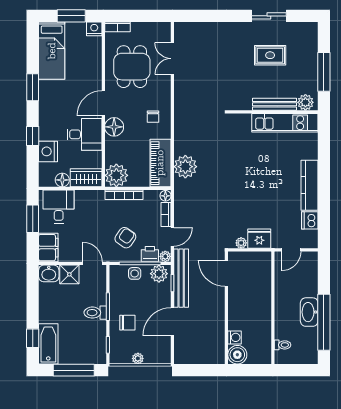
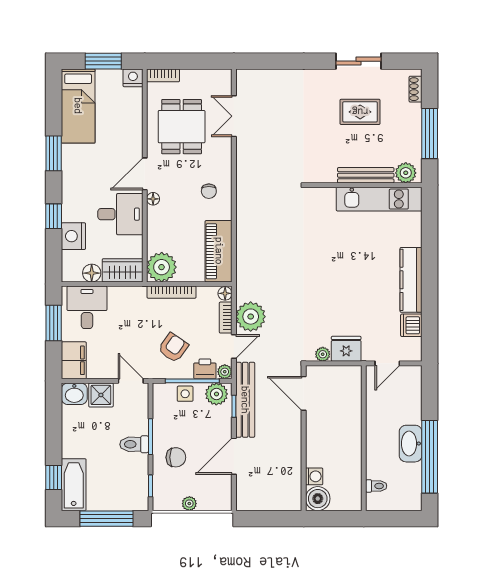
shoe rack: (313, 38) -> (416, 89), added
floor lamp: (114, 127) -> (153, 199), width x0.53, depth x0.53
plant: (185, 167) -> (251, 317), moved

